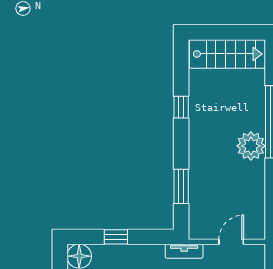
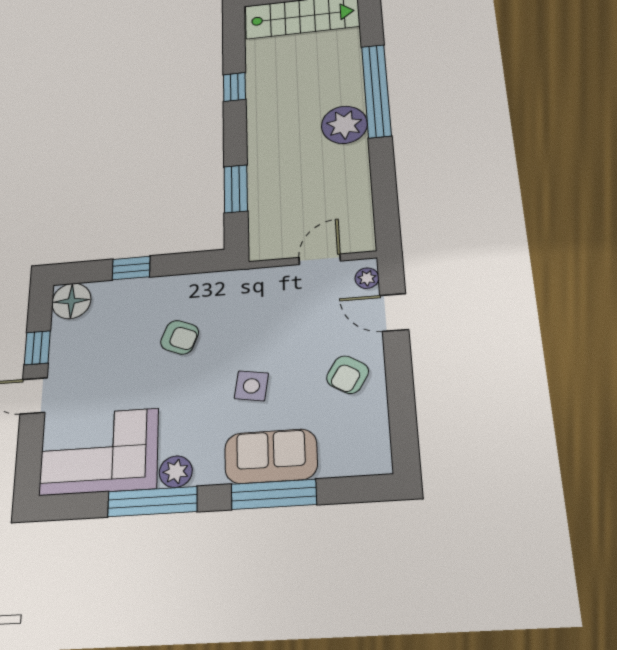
tv unit: (184, 251) -> (242, 279), removed
plant: (258, 257) -> (367, 278), added

